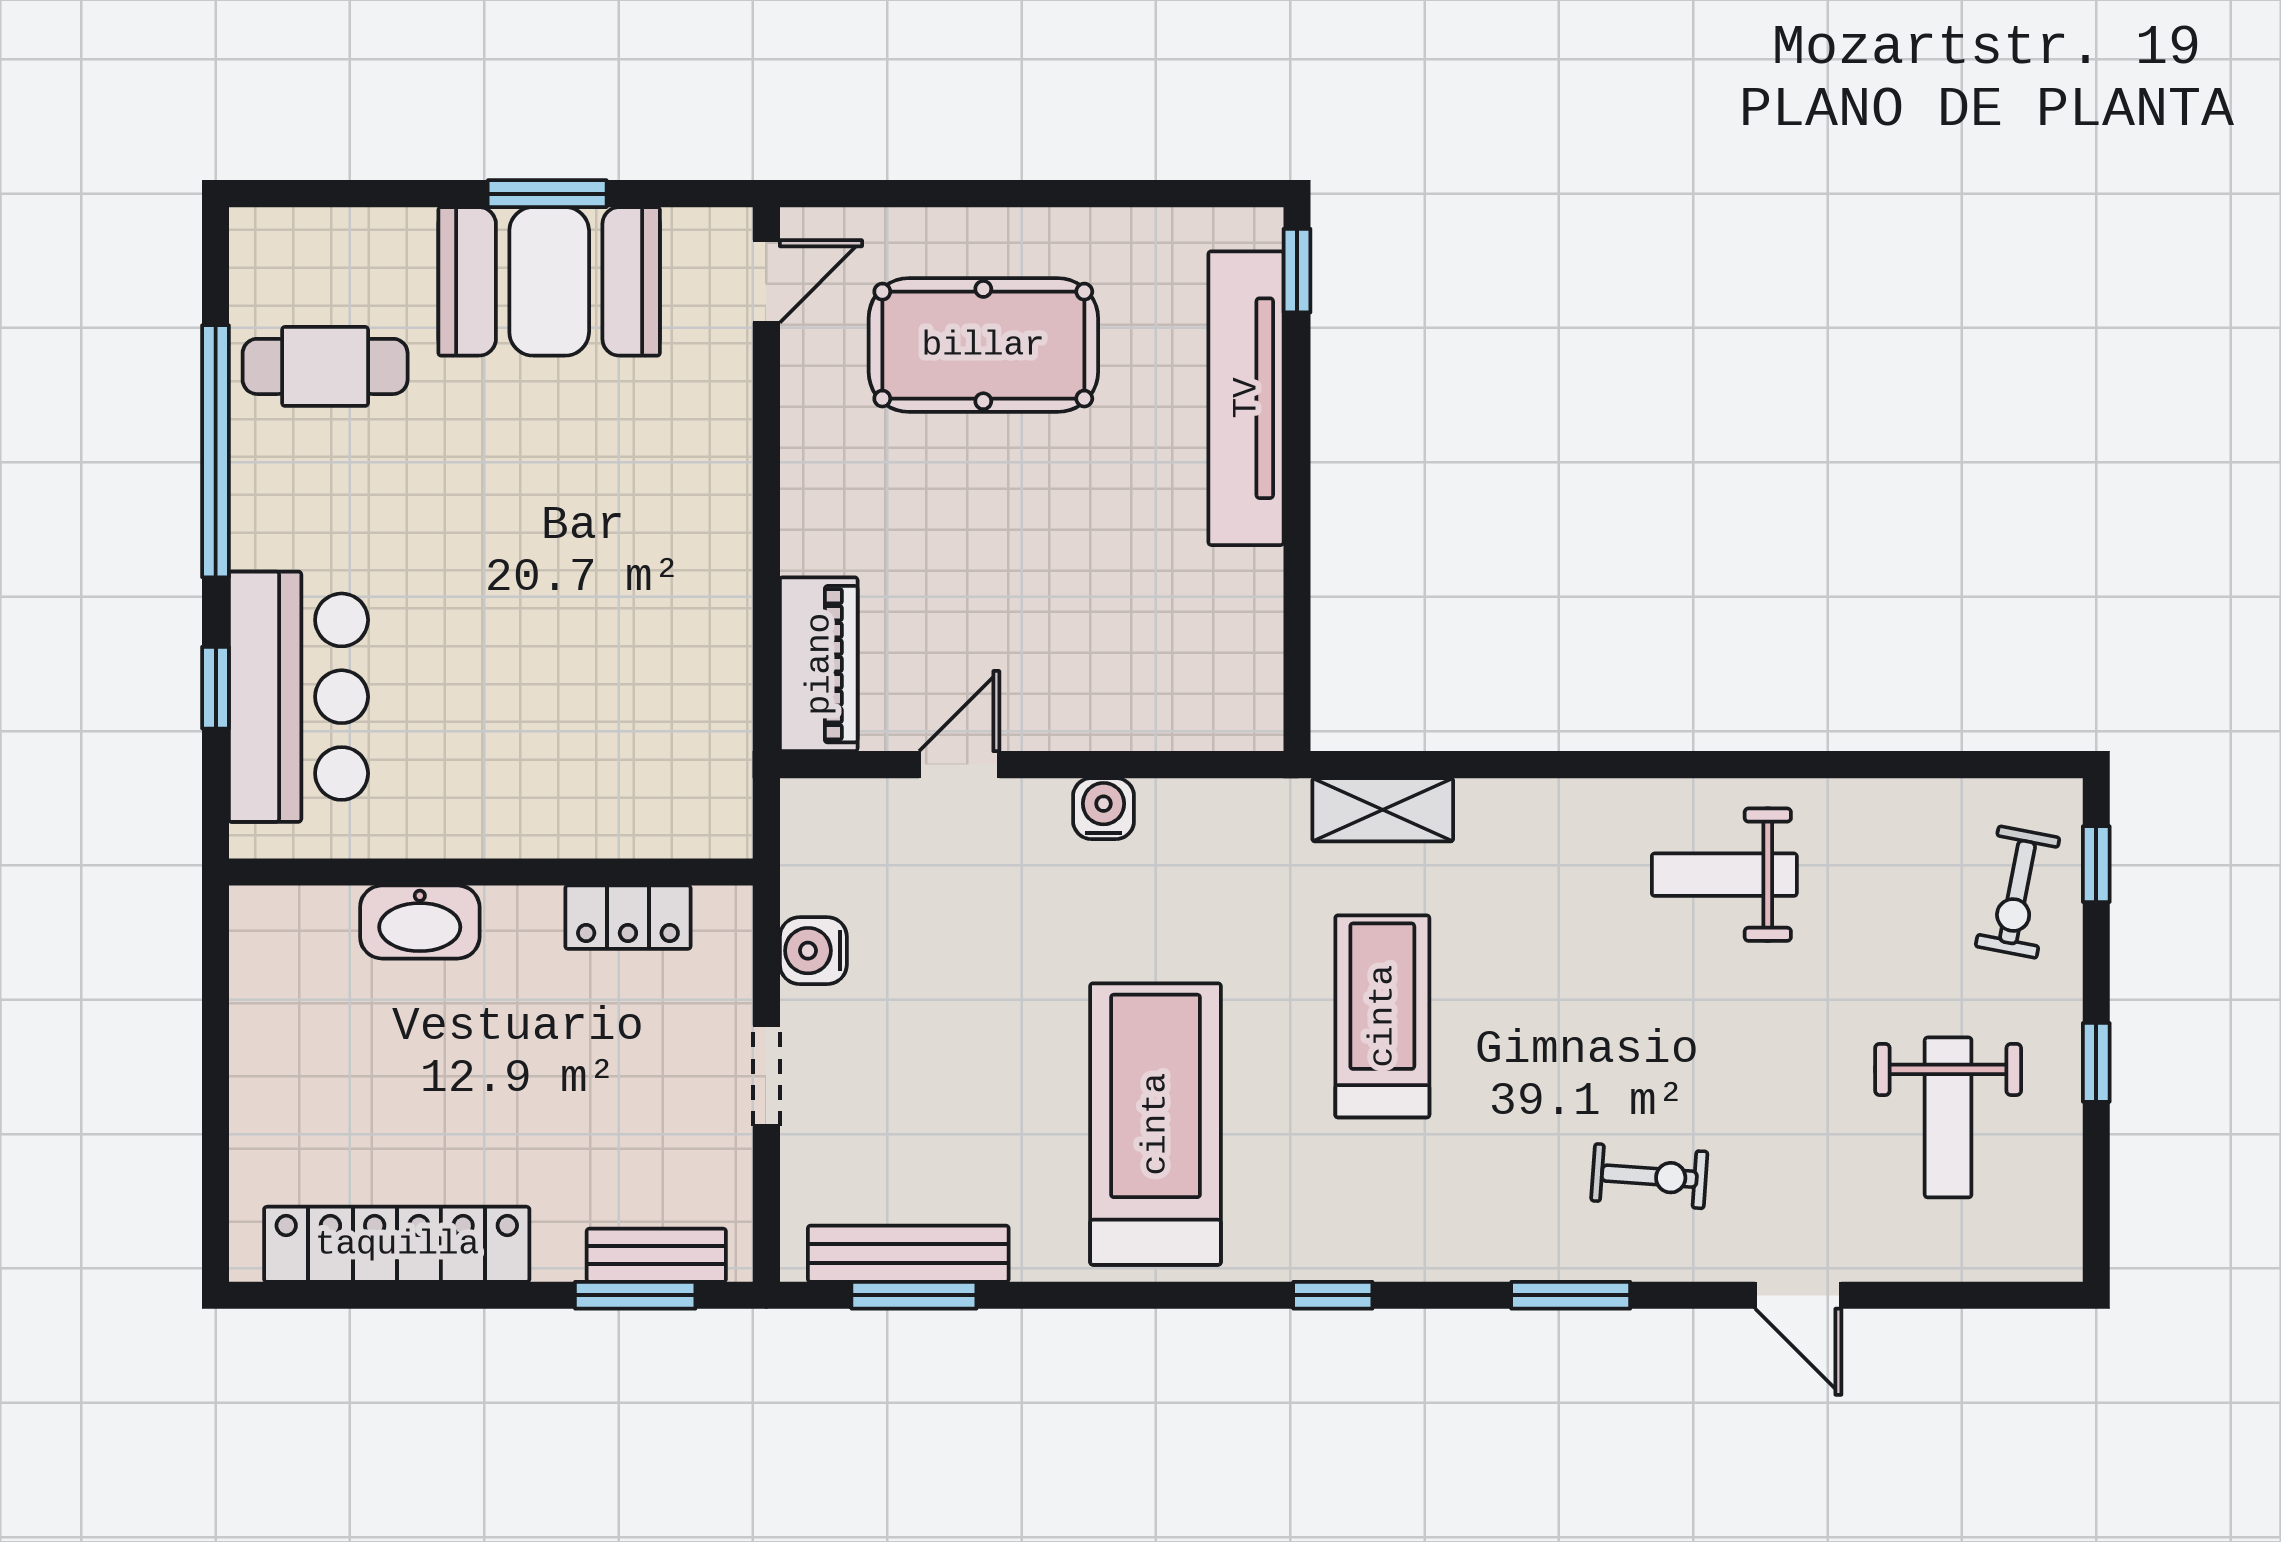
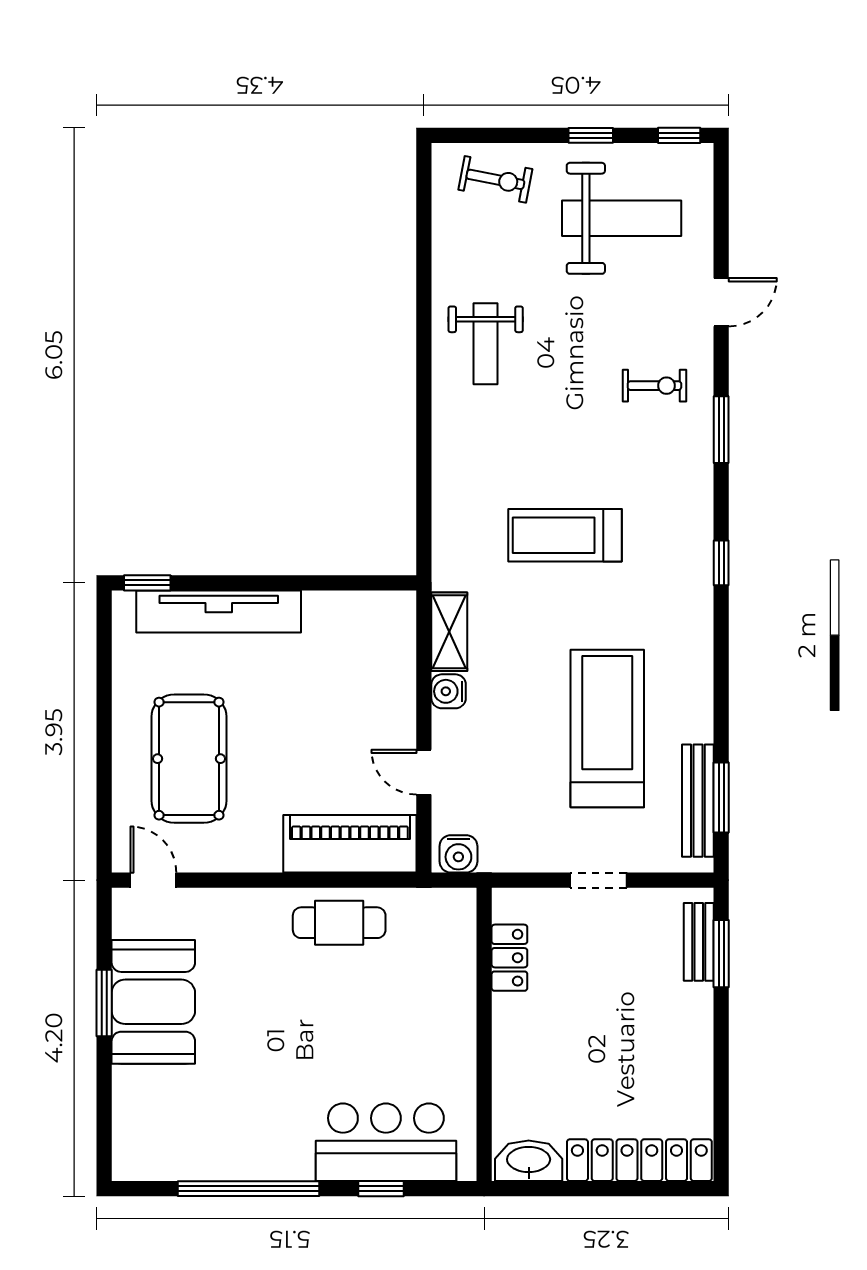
cafe table: (325, 366) -> (339, 923), moved, turned 90
piano: (819, 664) -> (350, 844), width x1.37, depth x1.33
shelving: (1383, 810) -> (449, 632), moved
window: (2096, 864) -> (679, 135), moved
washbasin: (420, 922) -> (529, 1161), moved, turned -90
water cooler: (813, 951) -> (458, 854), moved
weight bench: (1948, 1117) -> (622, 218), width x1.36, depth x1.33
treadmill: (1155, 1124) -> (607, 728), moved, turned 90
exercise bike: (1649, 1176) -> (654, 386), turned 86
locker: (397, 1244) -> (639, 1160), moved, turned 90

